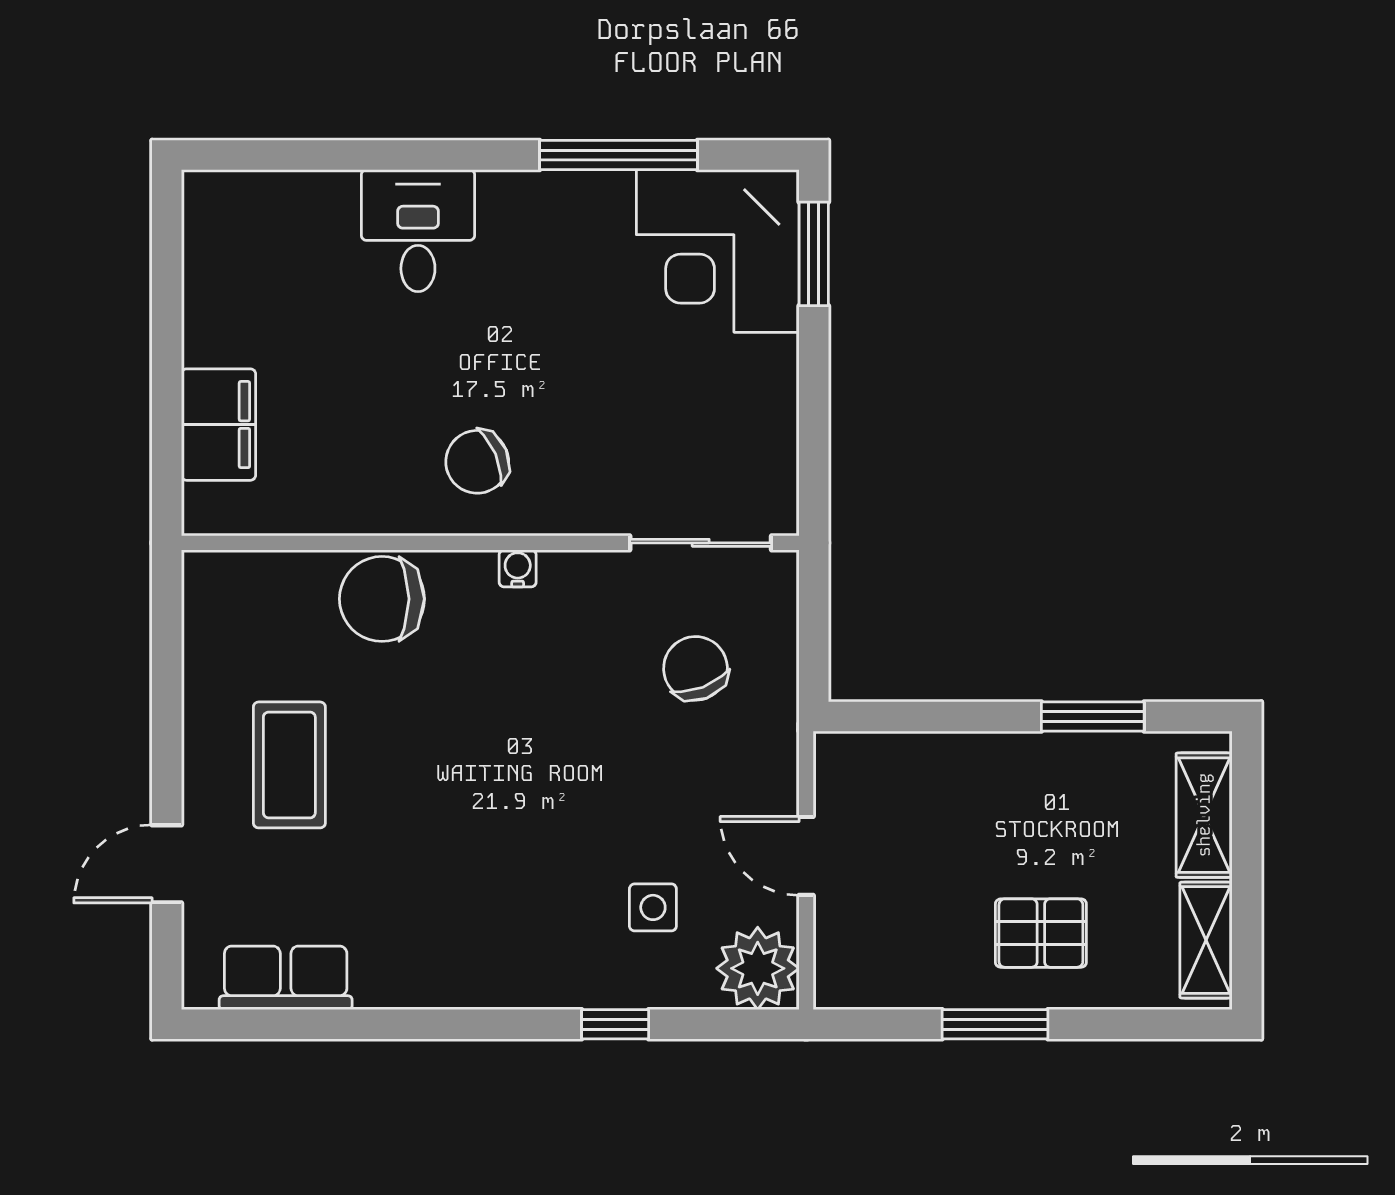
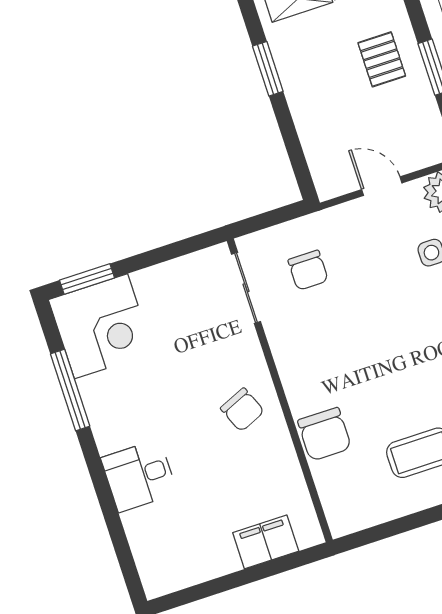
water cooler: (518, 568) -> (288, 373), removed
chair: (695, 668) -> (308, 270), turned -69
door: (806, 856) -> (382, 186), swing flipped

